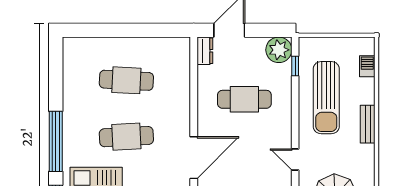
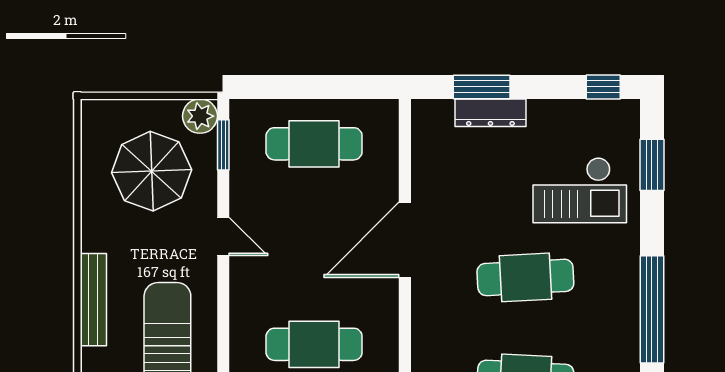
bench: (368, 124) -> (93, 300), width x1.36
window: (56, 141) -> (652, 309), moved

